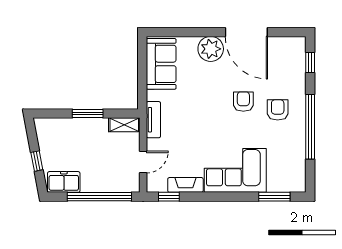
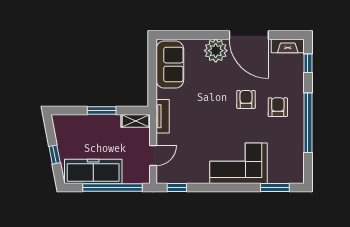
freezer: (64, 182) -> (93, 171), width x1.91, depth x1.26
fireplace: (185, 185) -> (288, 46), moved, turned 180

